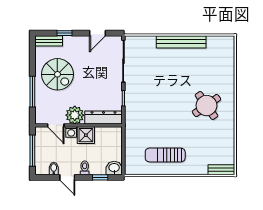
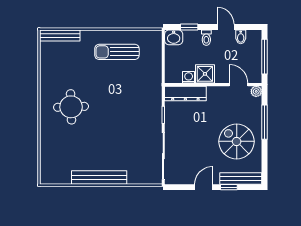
door: (98, 33) -> (204, 187), moved
bench: (49, 41) -> (241, 179), width x1.36
round table: (206, 106) -> (71, 107), turned 33
plant: (75, 115) -> (256, 91), moved, width x0.53, depth x0.53
washing machine: (71, 132) -> (189, 77), moved
sun lounger: (165, 155) -> (117, 52), turned 180
bench: (221, 170) -> (60, 35), width x1.36

